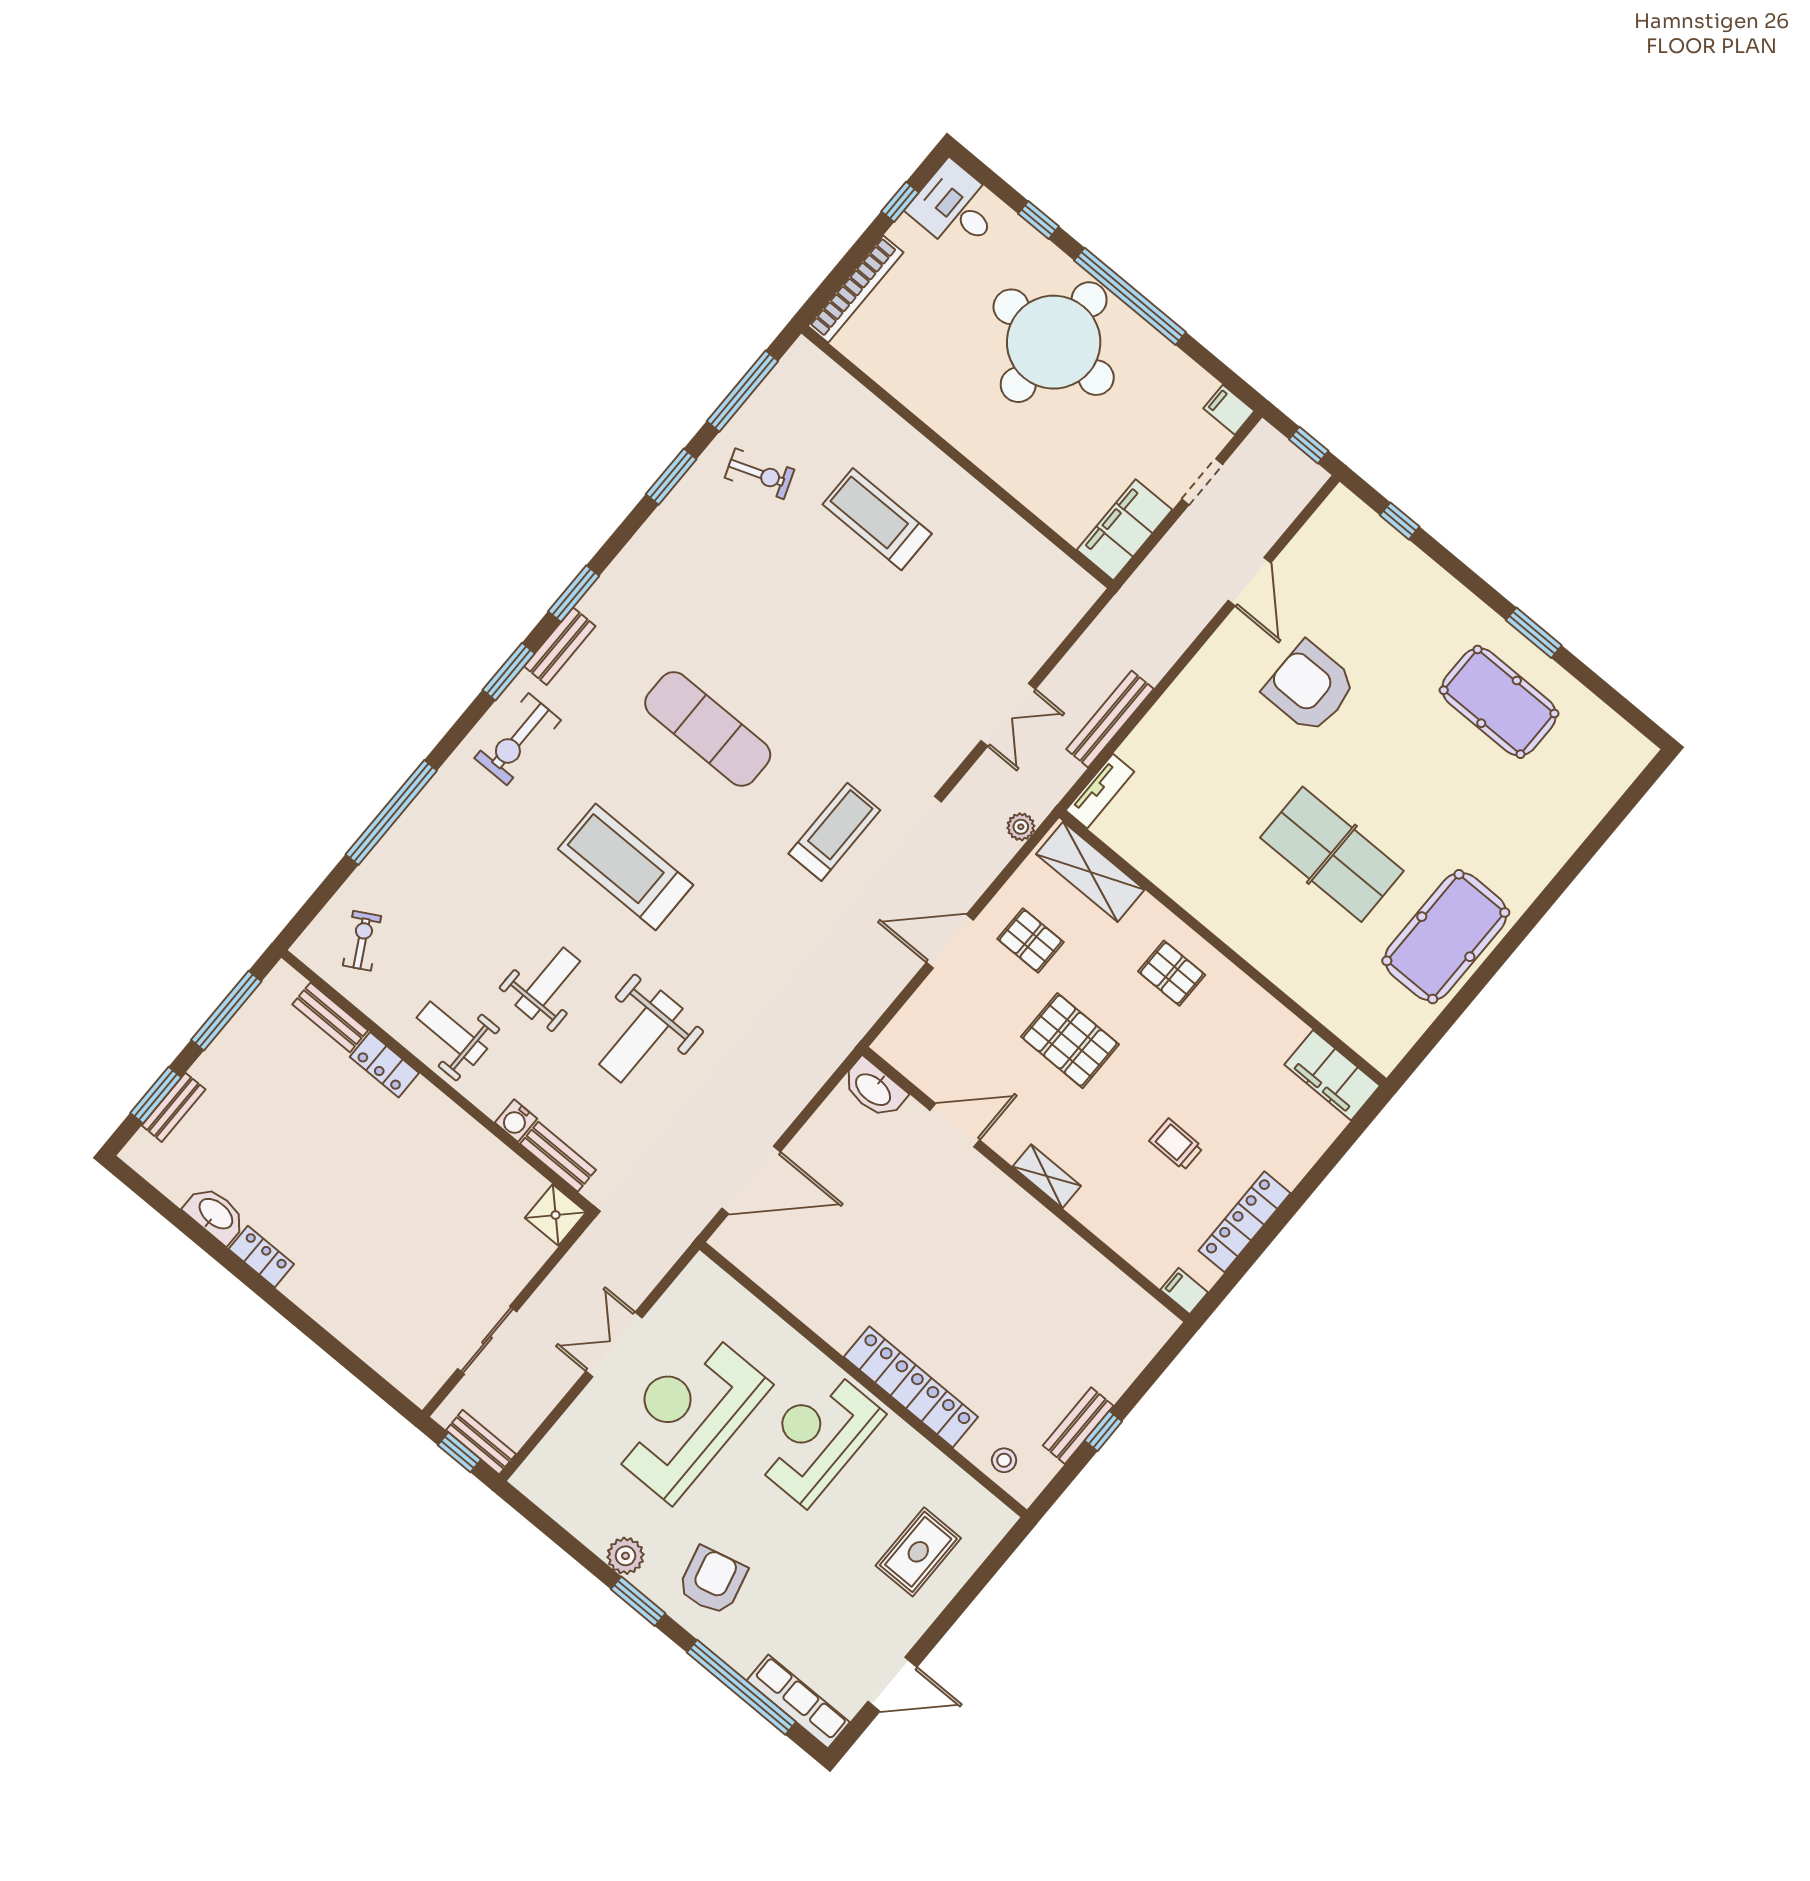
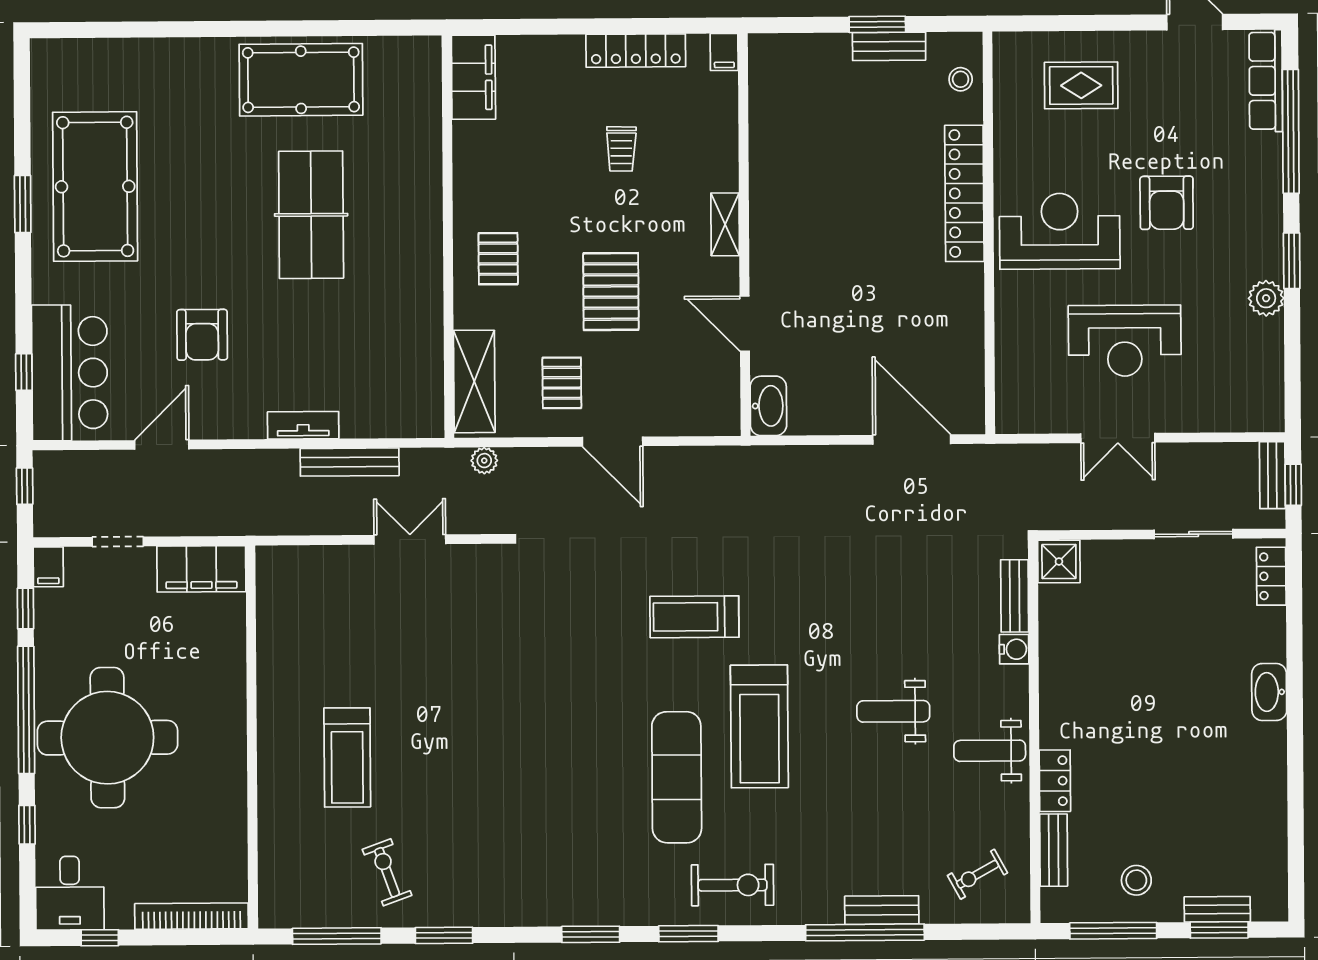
window: (1211, 364) -> (26, 608), added
bar counter: (1368, 557) -> (70, 373), added
bench: (560, 646) -> (882, 910), moved
armchair: (1310, 687) -> (202, 335), width x0.73, depth x0.73
pool table: (1499, 702) -> (95, 187), width x1.36, depth x1.32
exercise mat: (708, 729) -> (677, 777), moved
tv unit: (1100, 791) -> (303, 425), moved
treadmill: (834, 832) -> (694, 617), moved
weight bench: (452, 1033) -> (990, 751), turned 90
weight bench: (641, 1037) -> (875, 610), removed
stool: (251, 1063) -> (1136, 880), added
washbasin: (215, 1215) -> (1269, 692), moved
locker: (261, 1257) -> (1271, 576), moved
reception desk: (687, 1415) -> (1125, 341), width x0.74, depth x0.77
window: (1103, 1431) -> (877, 24), width x1.50
reception desk: (817, 1437) -> (1060, 231), turned 180
armchair: (712, 1581) -> (1167, 203), moved, turned -76

